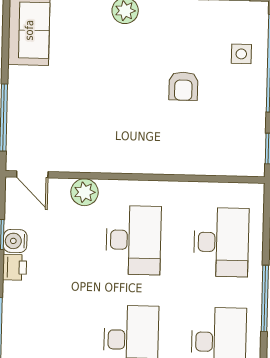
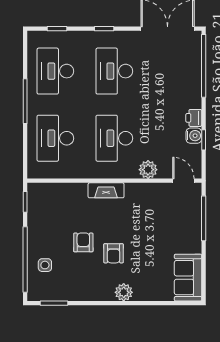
armchair: (139, 69) -> (114, 253), added
fireplace: (148, 163) -> (106, 190), added

